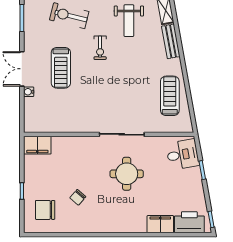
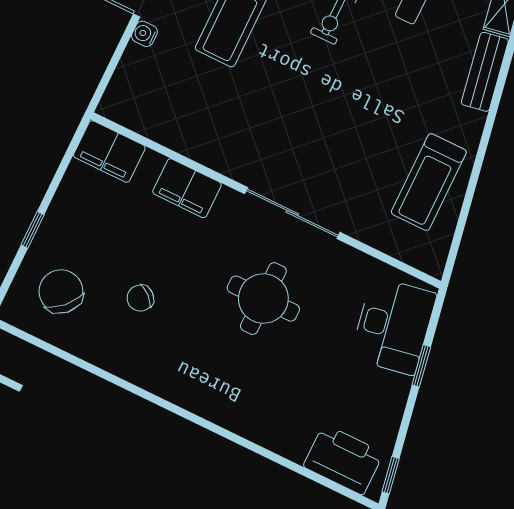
treadmill: (170, 96) -> (429, 182), turned 180
desk: (183, 155) -> (393, 326), width x1.37
chair: (45, 210) -> (61, 291), turned 45
filing cabinet: (160, 224) -> (187, 188), moved, turned 180

